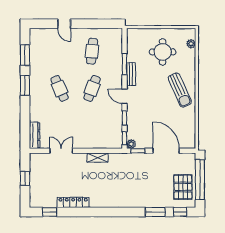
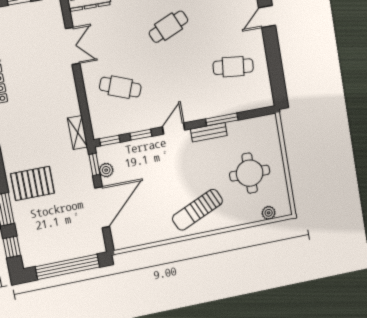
cafe table: (92, 88) -> (120, 87), moved
plant: (131, 144) -> (106, 170), moved
shelving: (98, 158) -> (78, 133), moved
pallet: (183, 187) -> (33, 183), moved

